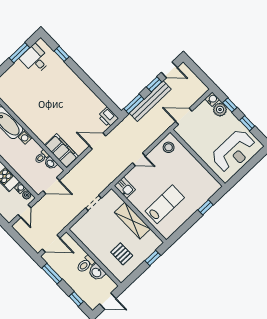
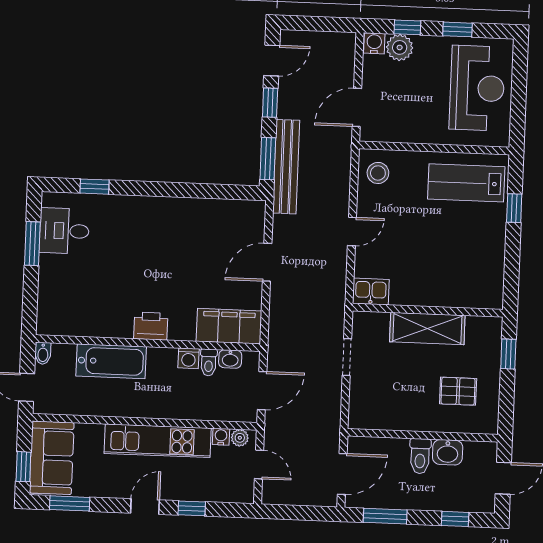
bench: (150, 101) -> (286, 167), moved
printer: (108, 117) -> (151, 326), moved, turned 180
washing machine: (25, 137) -> (188, 358), moved
lab bench: (165, 204) -> (466, 183), moved, turned -90

